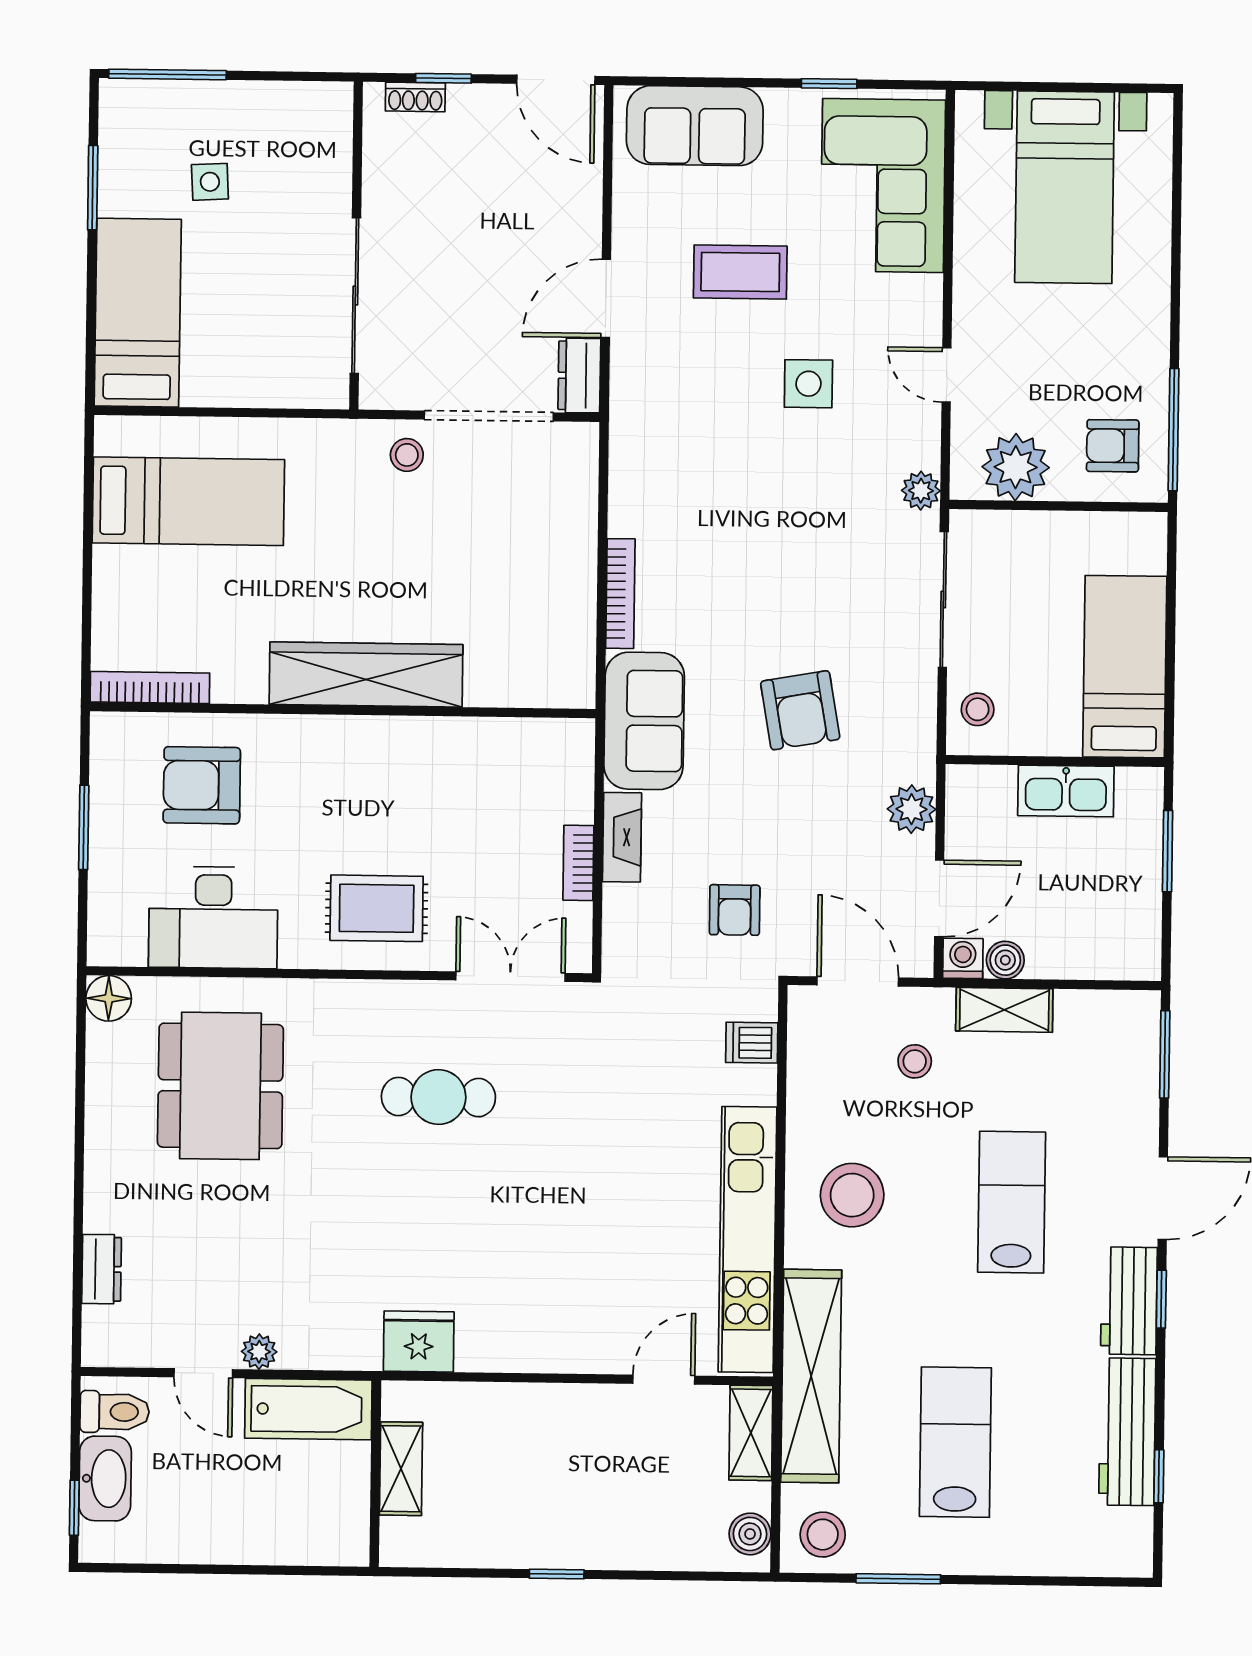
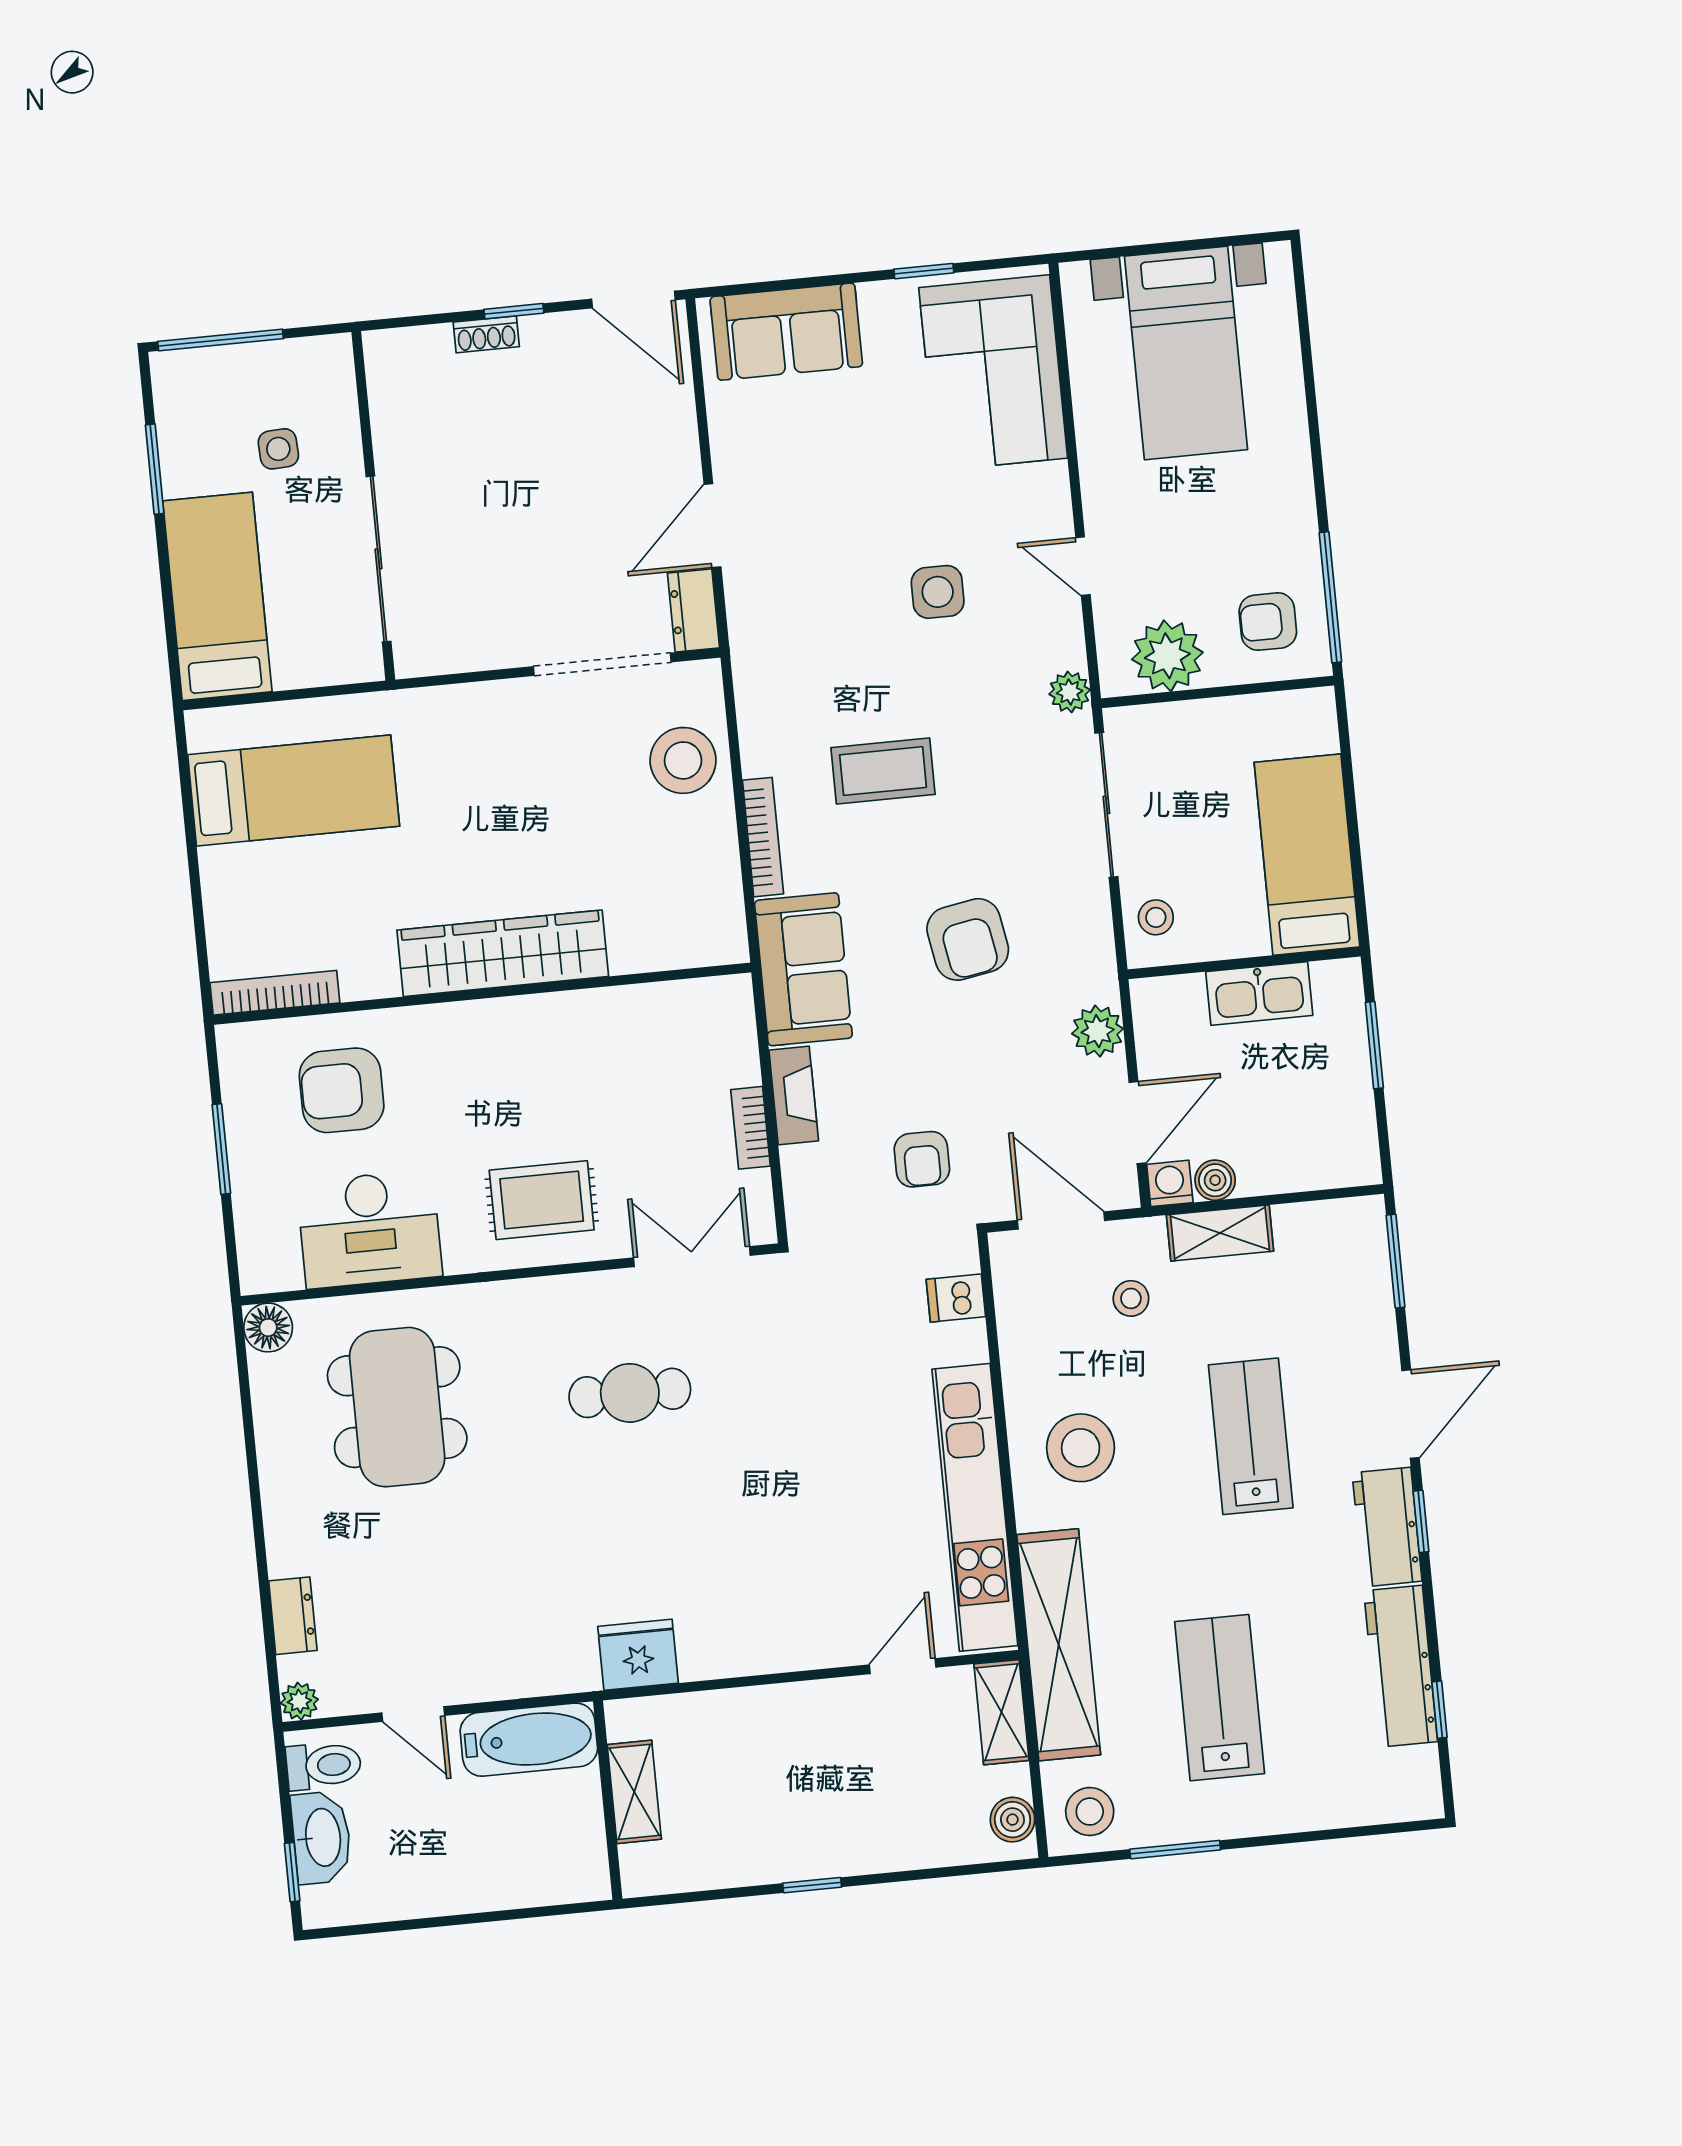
wall: (356, 246) -> (373, 506), moved
coffee table: (740, 272) -> (883, 771), moved
sliding door: (355, 296) -> (378, 559), moved
stool: (407, 455) -> (683, 760), moved, width x1.89, depth x1.89
plant: (259, 1352) -> (299, 1701), moved

